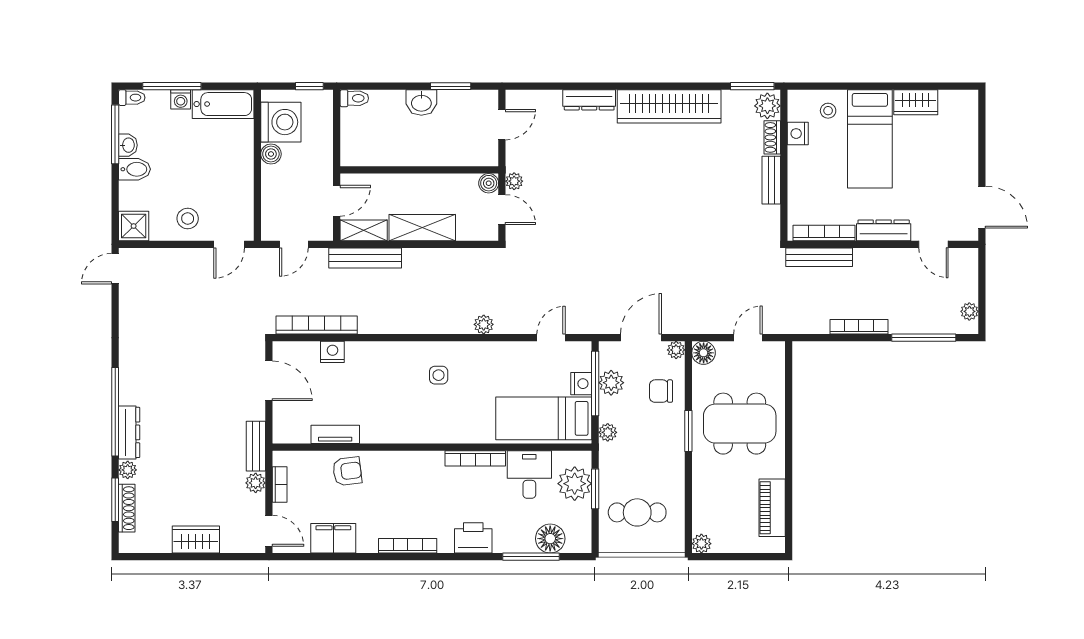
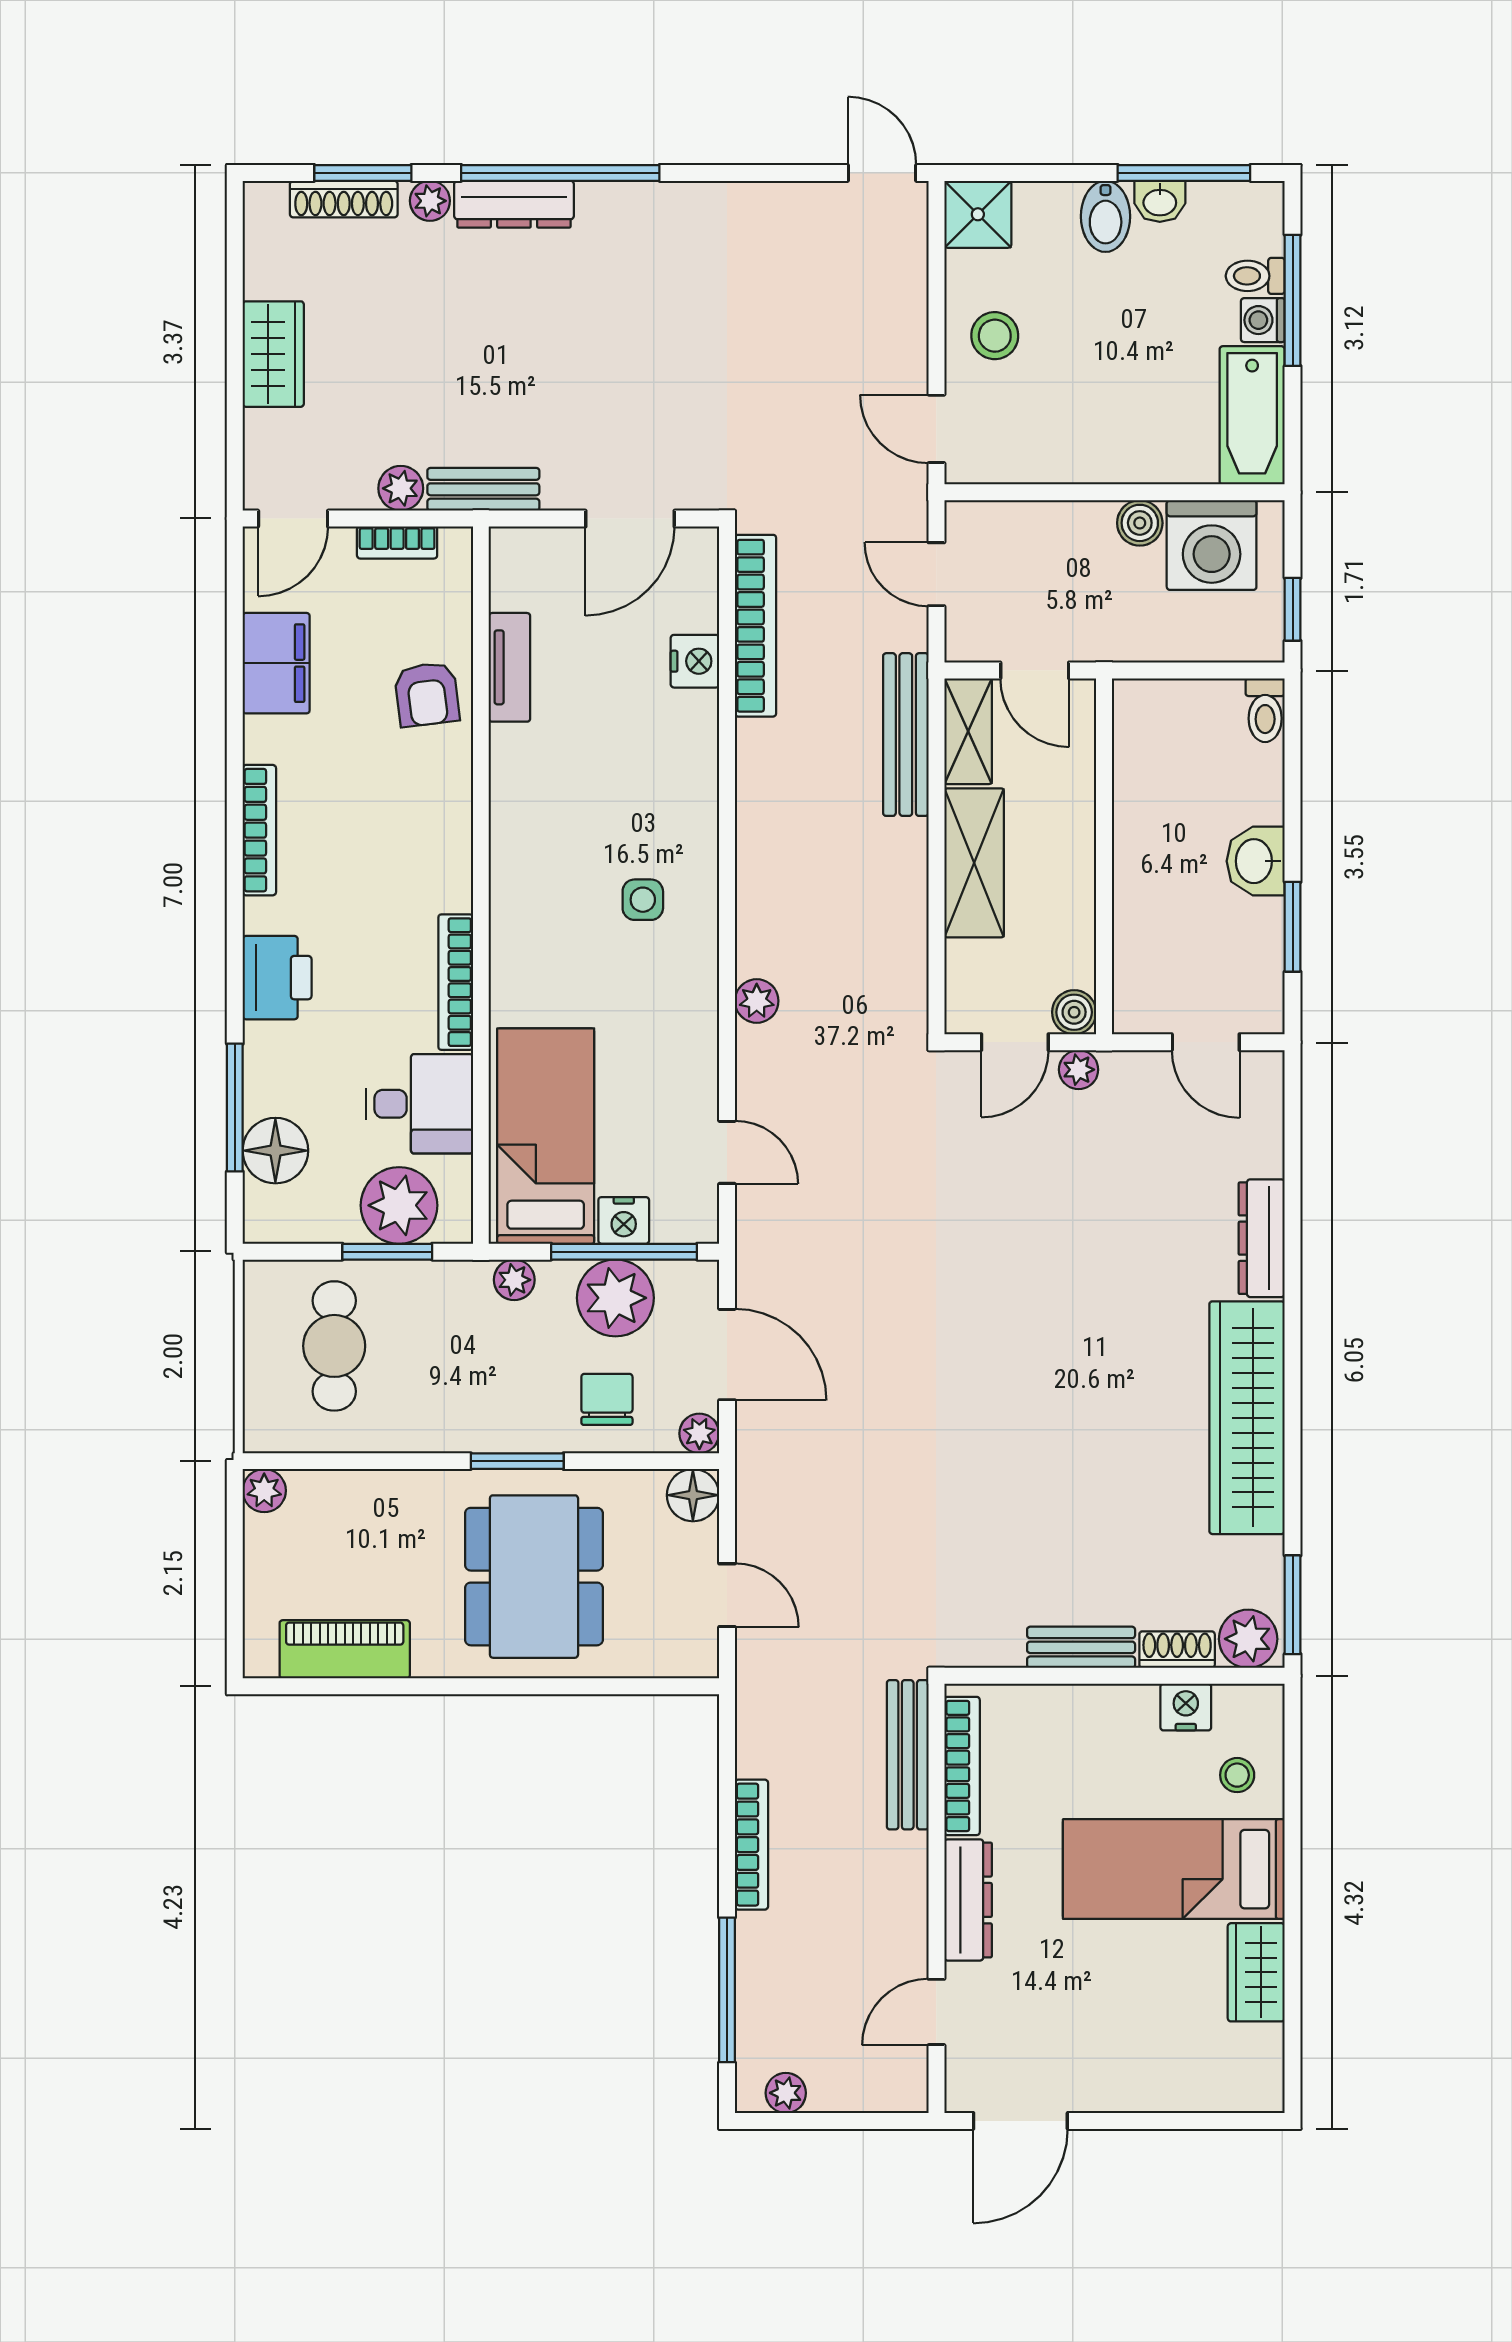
toilet: (132, 98) -> (1255, 276), moved, turned 90
plant: (611, 383) -> (615, 1298), width x1.36, depth x1.36

